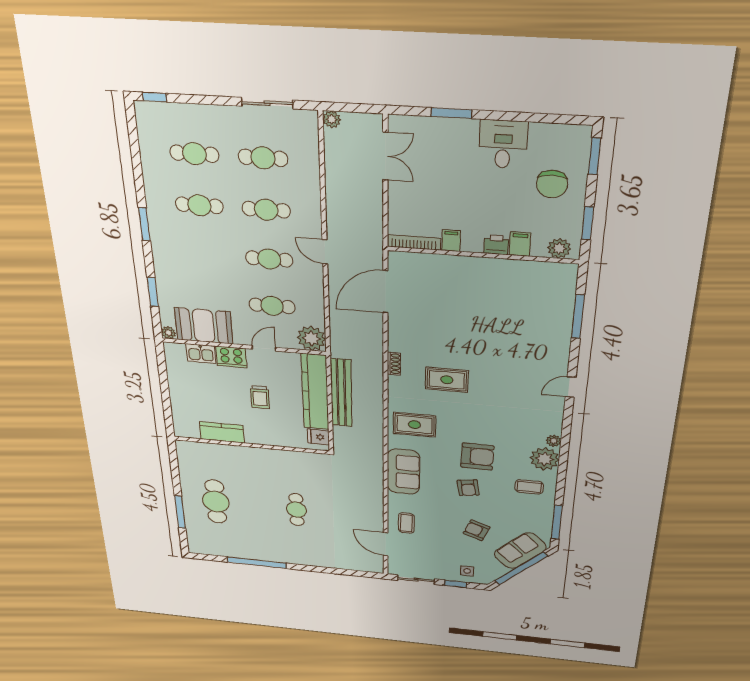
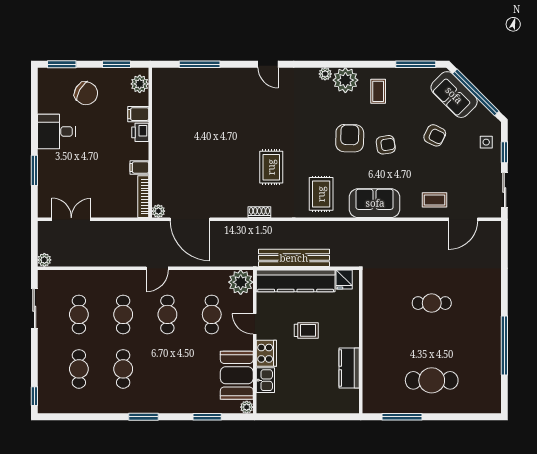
chair: (552, 184) -> (86, 93), turned 30
plant: (396, 258) -> (158, 211), added
window: (180, 512) -> (402, 417), moved
armchair: (476, 530) -> (435, 135), turned -85

